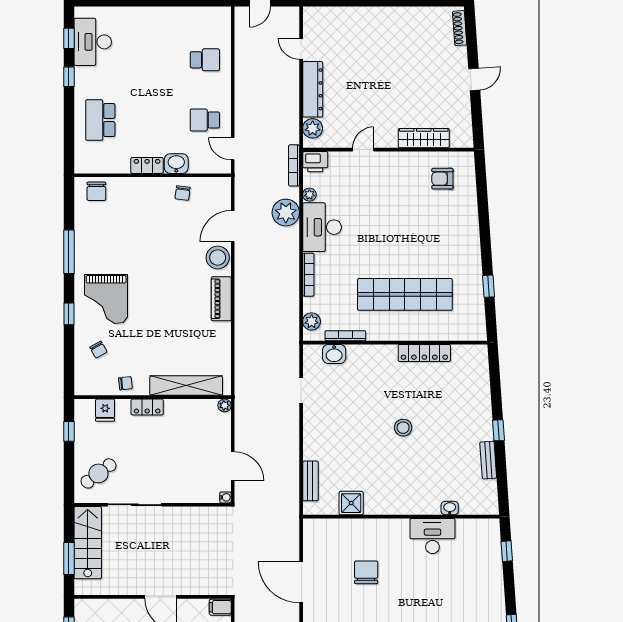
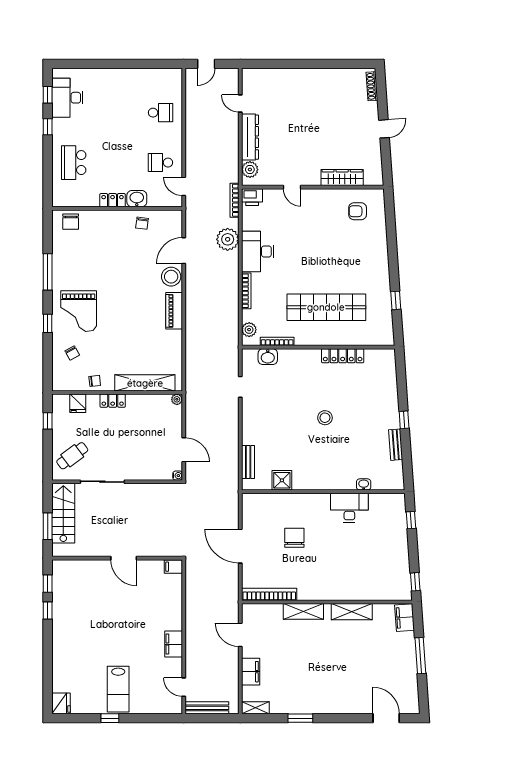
door: (363, 150) -> (292, 187), swing flipped
plant: (309, 195) -> (247, 224), removed

